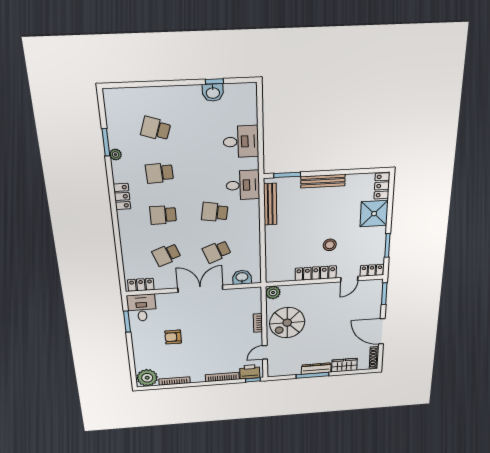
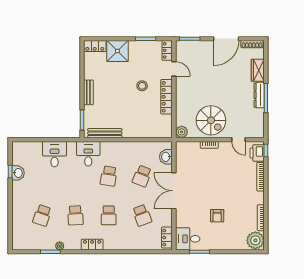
bench: (323, 181) -> (88, 92), width x0.73
school desk: (217, 252) -> (142, 176), turned 42

